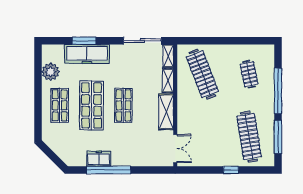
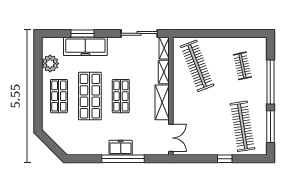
freezer: (99, 159) -> (121, 148), moved
window: (109, 170) -> (123, 159), moved

